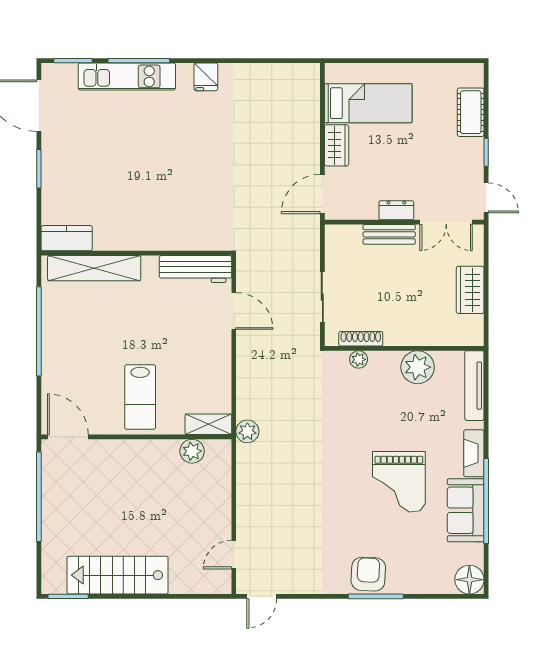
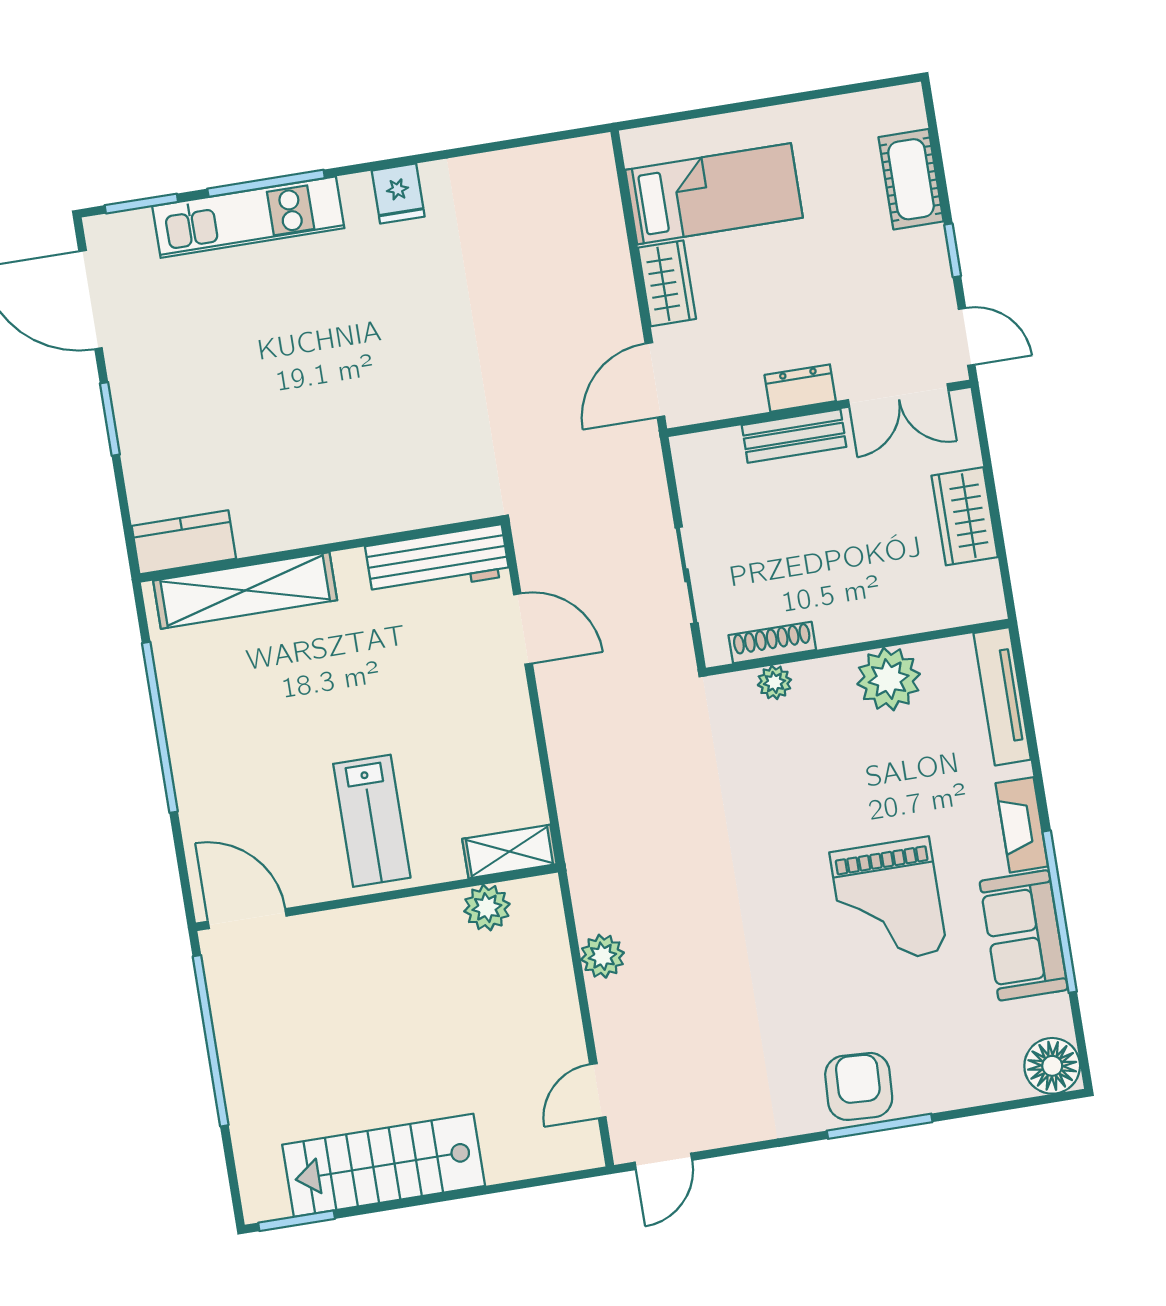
plant: (247, 431) -> (602, 956), moved

